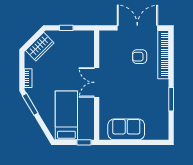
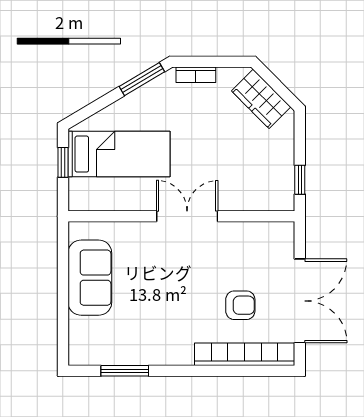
window: (66, 28) -> (300, 180), moved
armchair: (140, 57) -> (240, 305), turned 90
window: (171, 99) -> (125, 371), moved
window: (84, 142) -> (63, 162), moved

